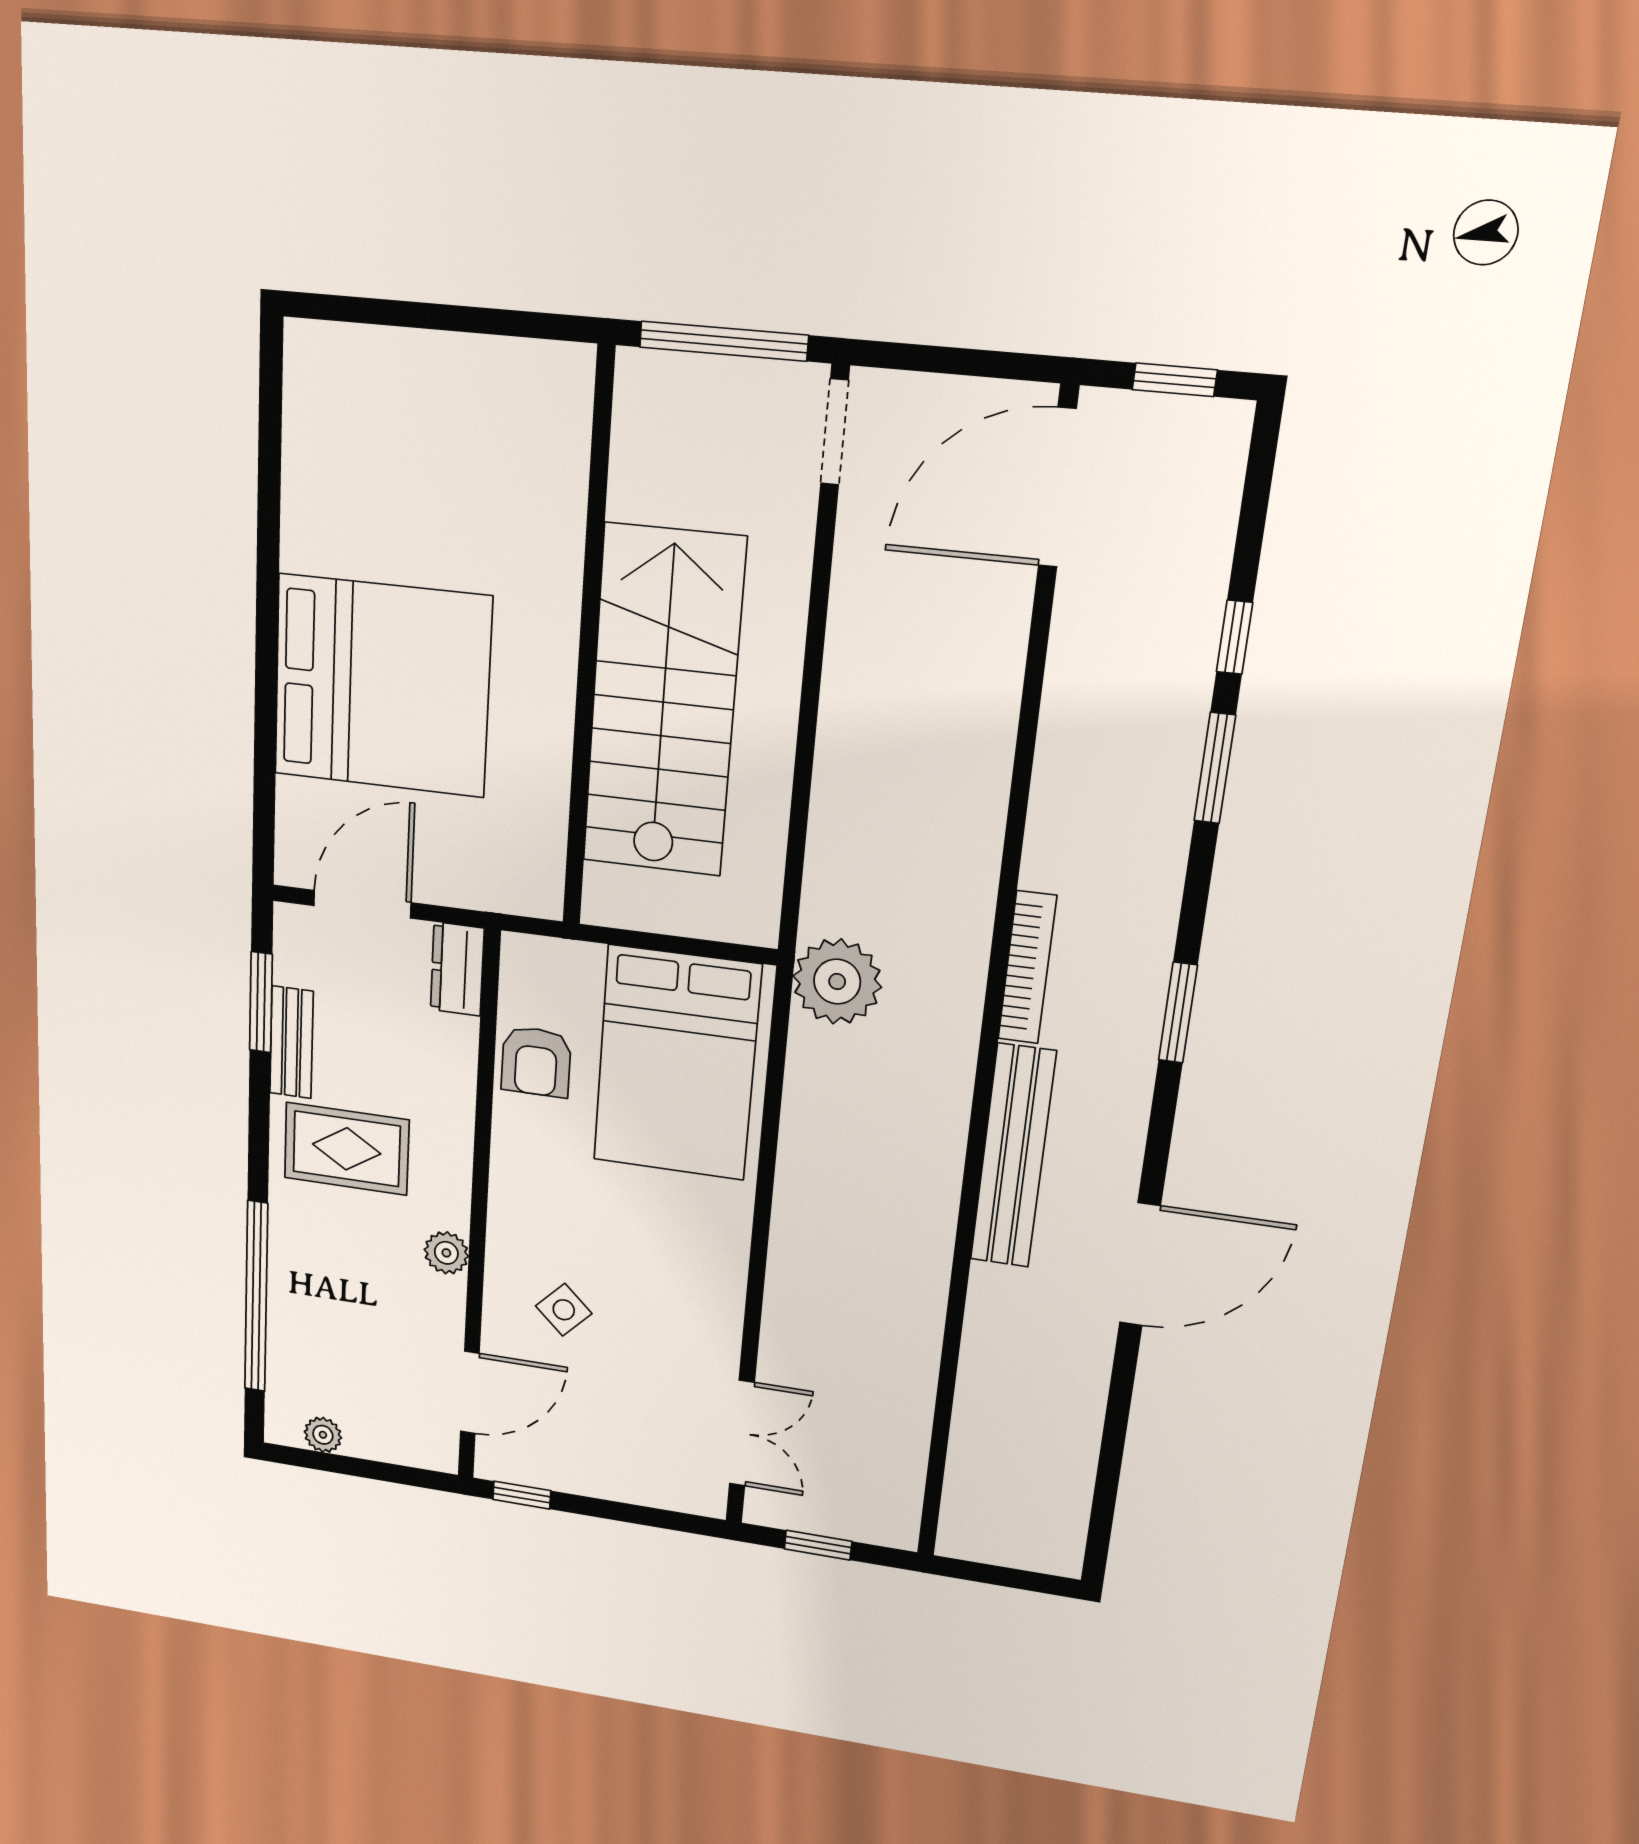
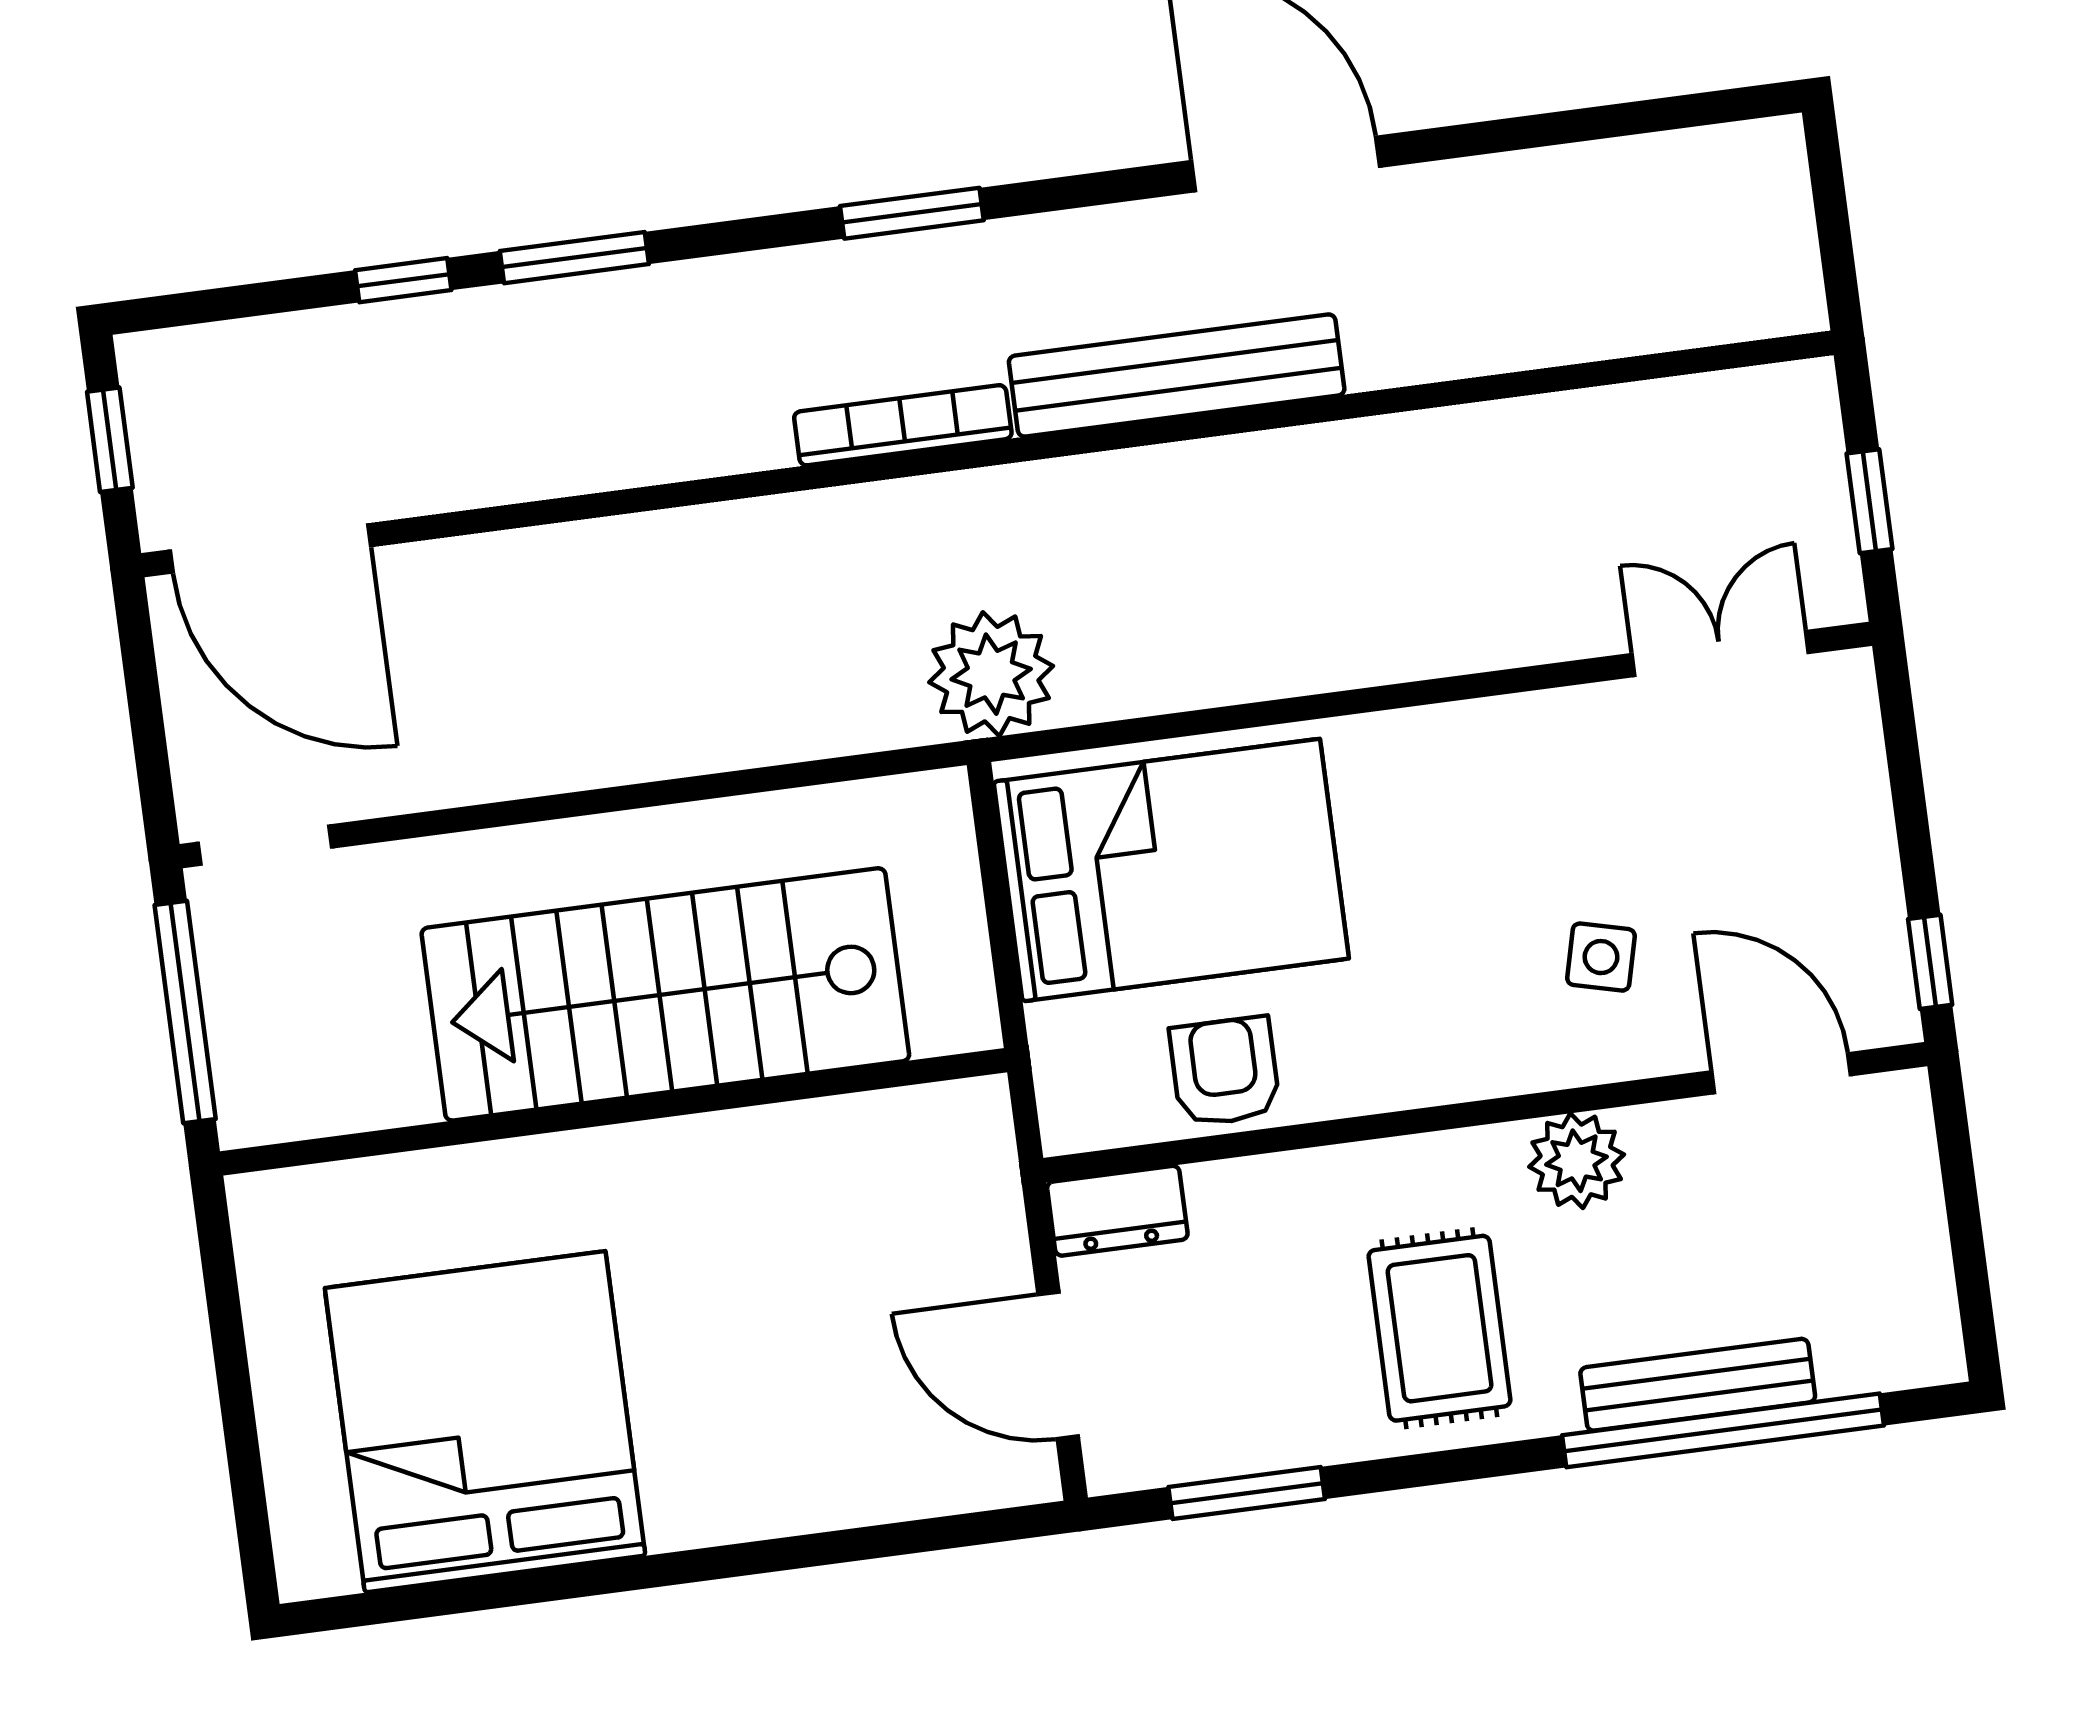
bed: (382, 686) -> (485, 1422), moved
bench: (291, 1042) -> (1698, 1385), moved, width x1.36
armchair: (536, 1062) -> (1225, 1071), turned -90
plant: (446, 1253) -> (1577, 1161), width x1.38, depth x1.38
side table: (564, 1310) -> (1601, 957), turned -30
plant: (323, 1435) -> (1926, 1289), removed

